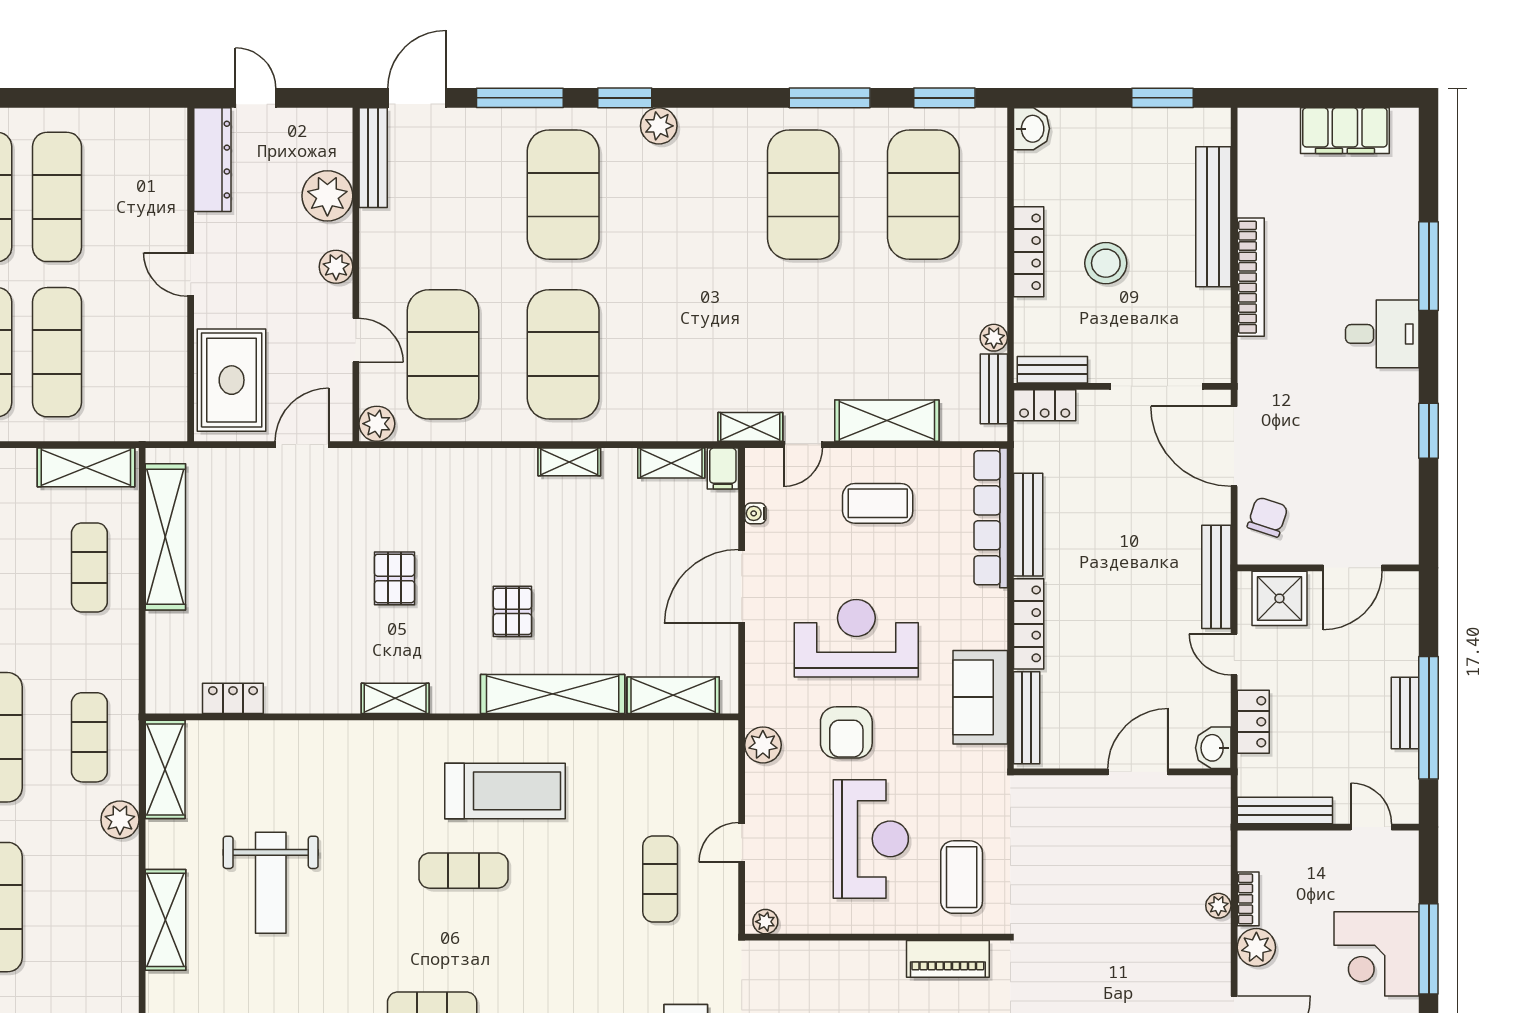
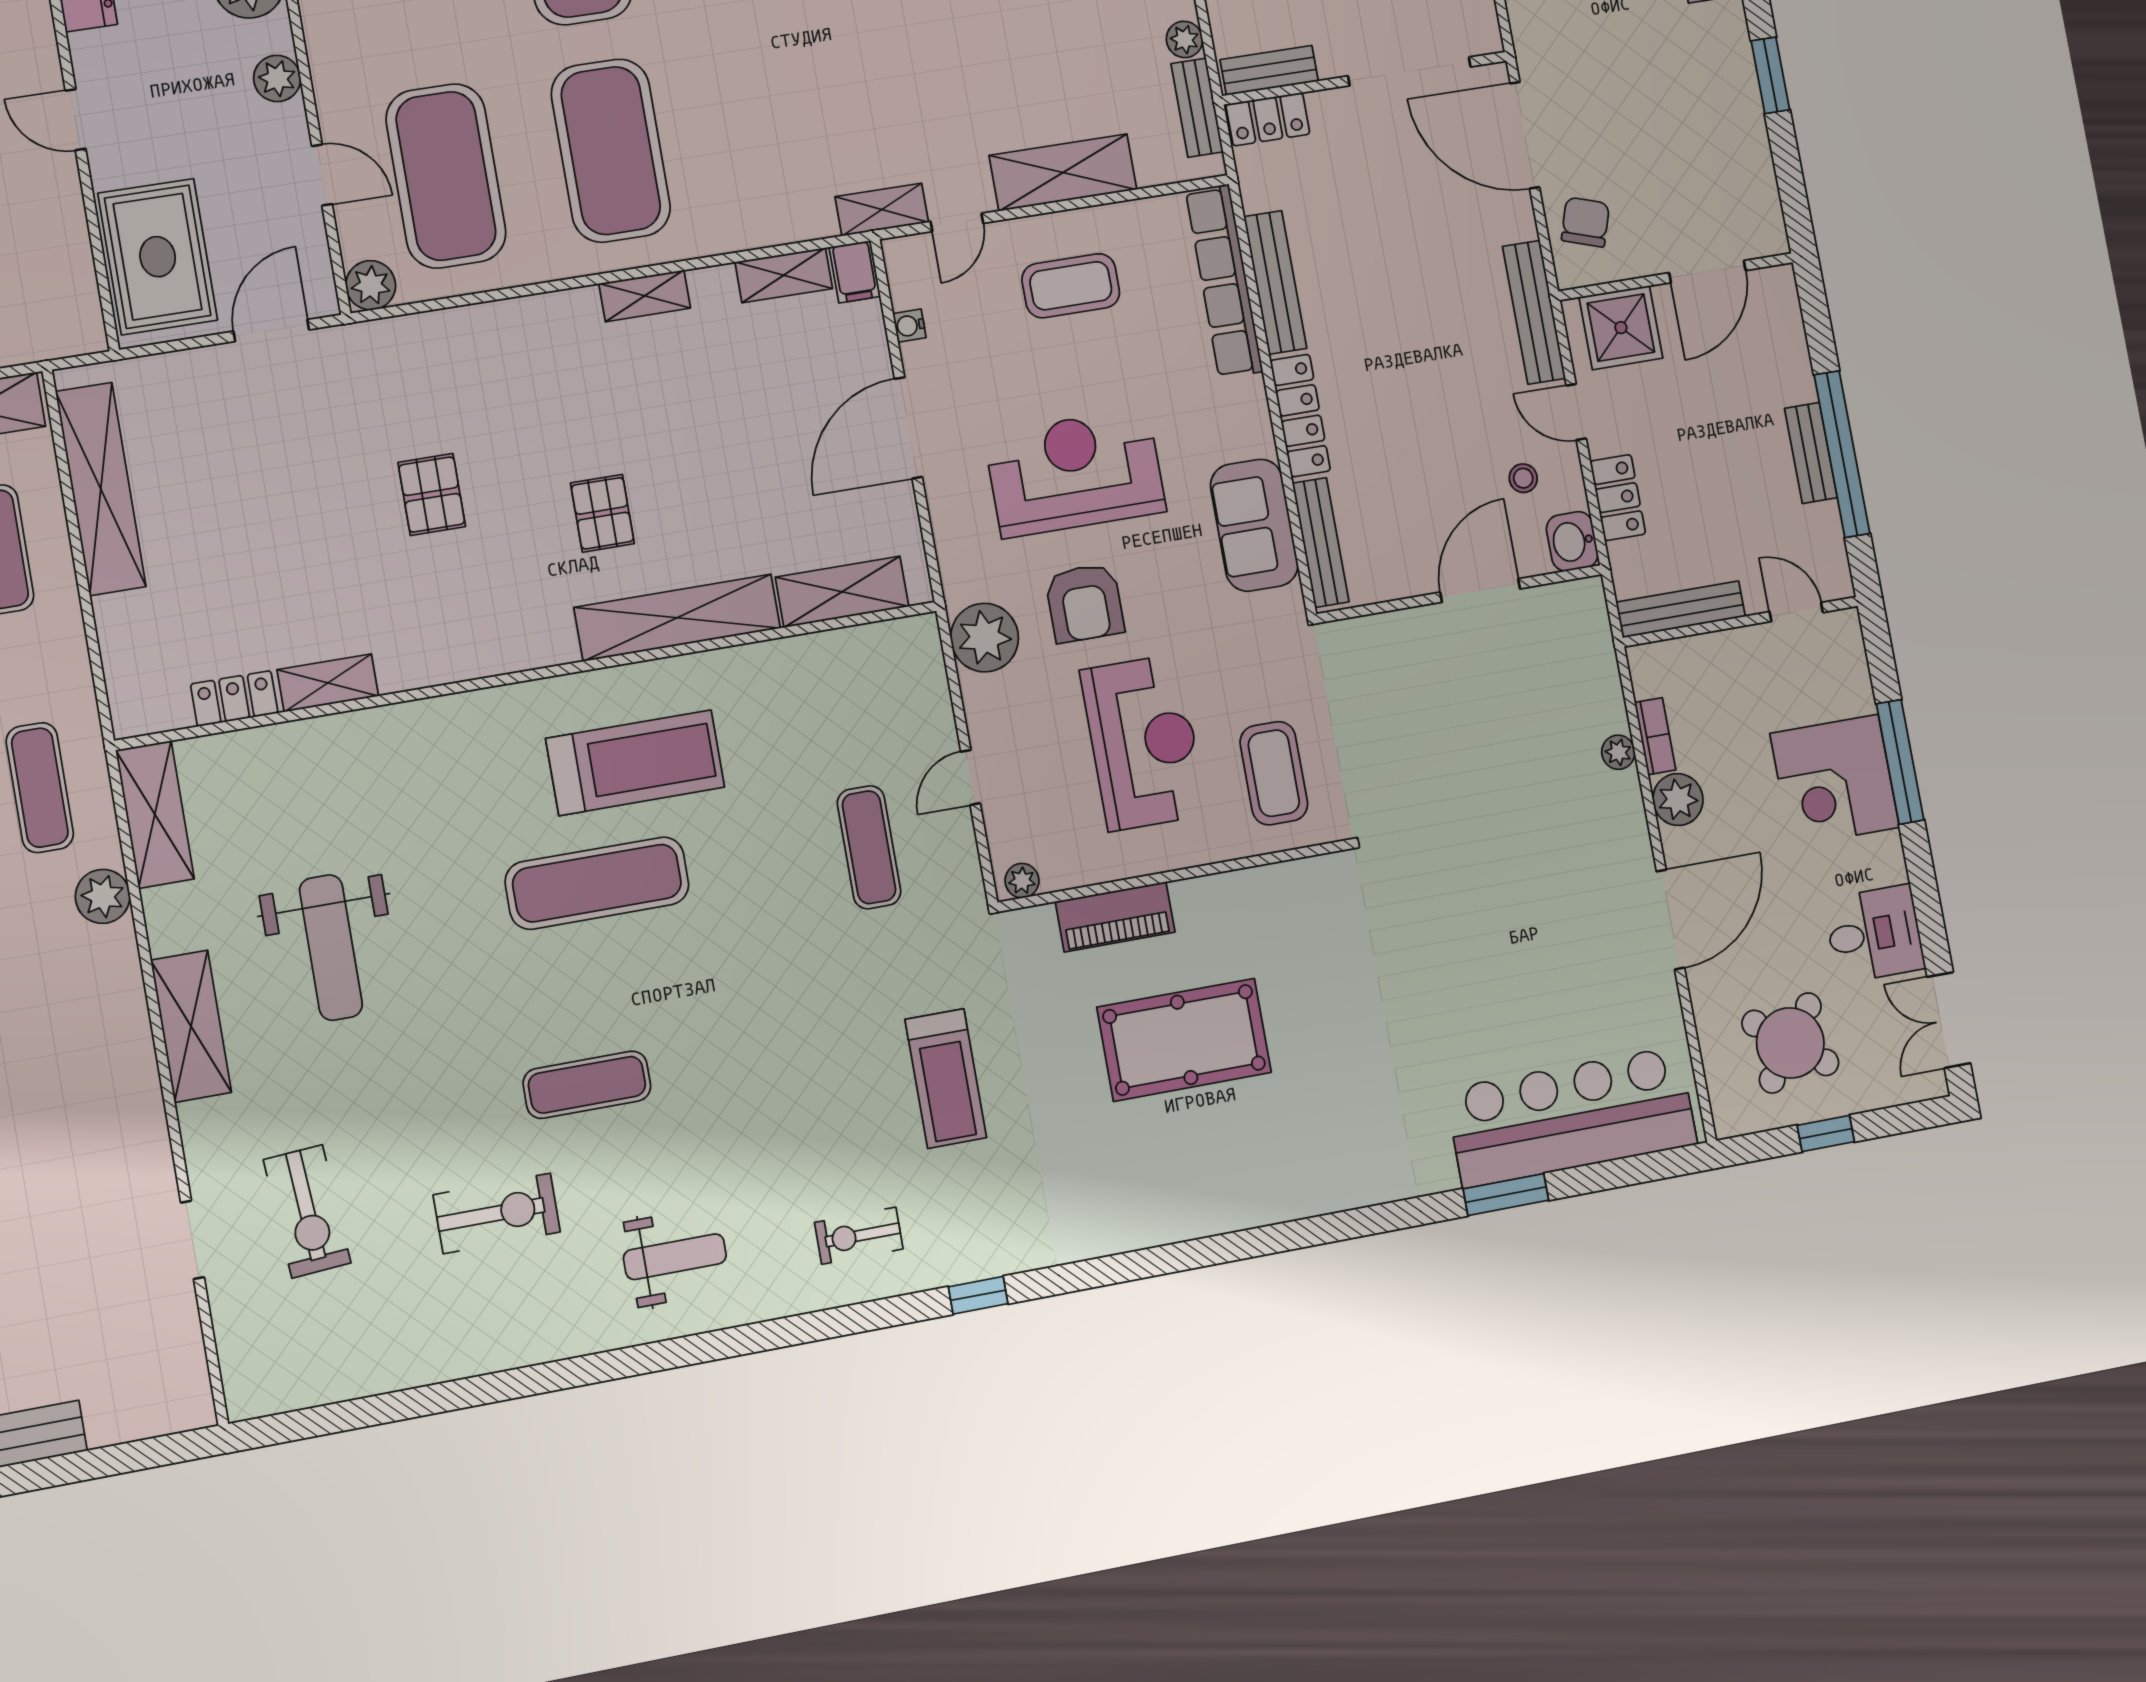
stool: (1185, 696) -> (1523, 478), added
shelving: (395, 698) -> (328, 683), moved
plant: (763, 745) -> (985, 638), width x1.36, depth x1.36
exercise mat: (463, 871) -> (597, 883), width x1.36, depth x1.45
piano: (948, 959) -> (1115, 917), moved

